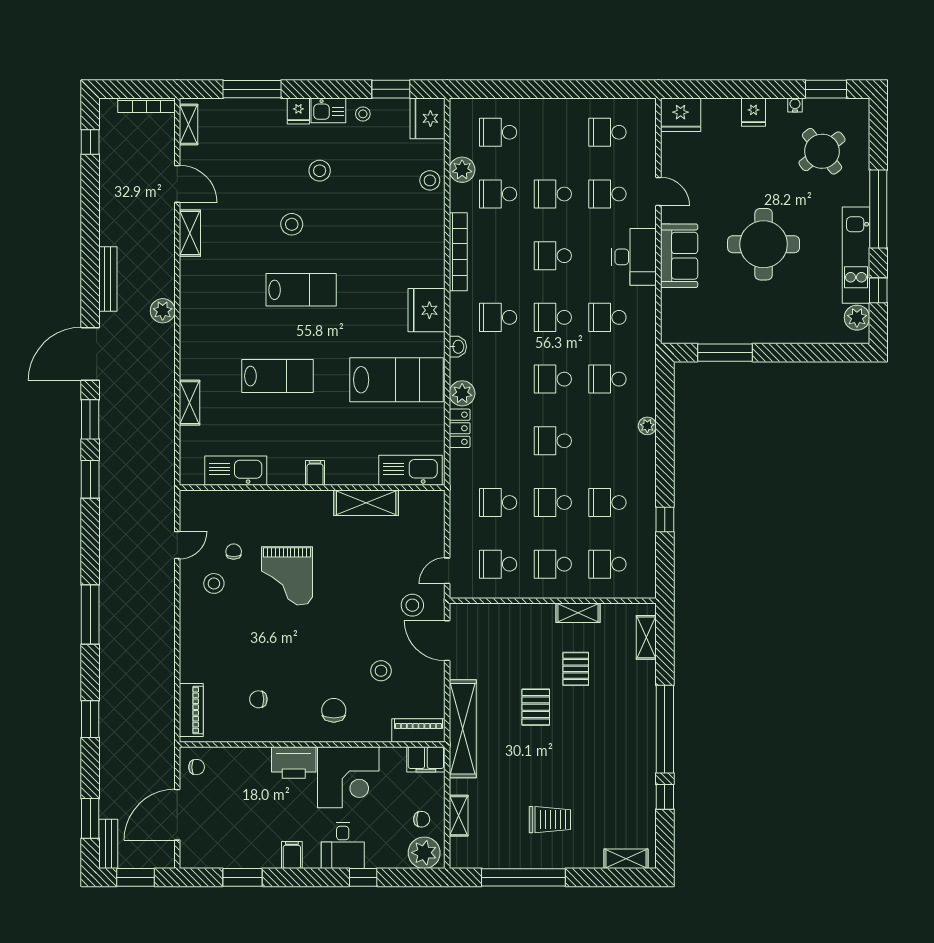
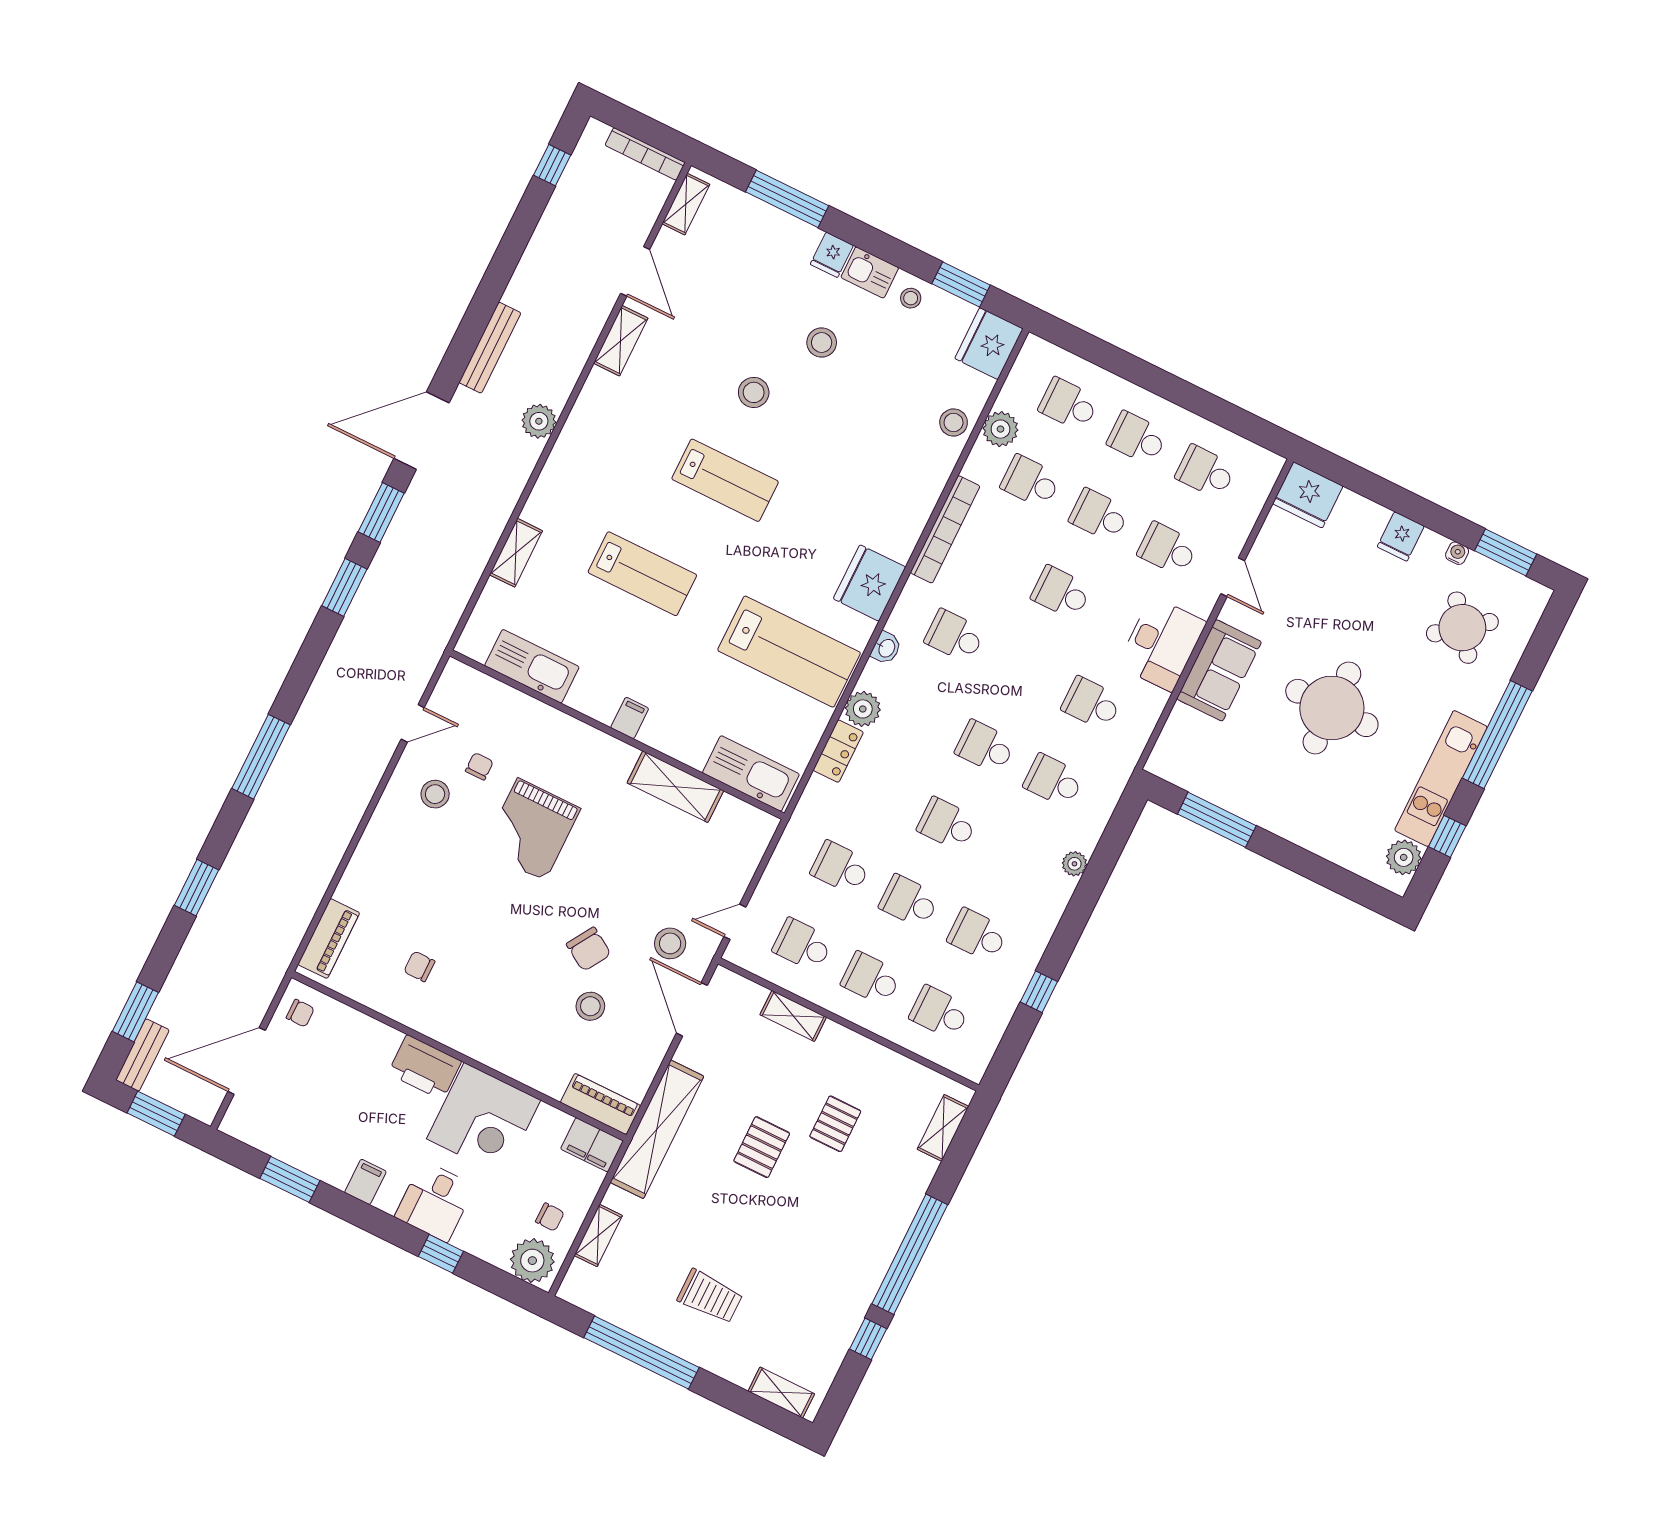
school desk: (553, 317) -> (1137, 438), moved
shelving: (578, 613) -> (793, 1016), moved
chair: (334, 710) -> (589, 949), moved, turned 122

